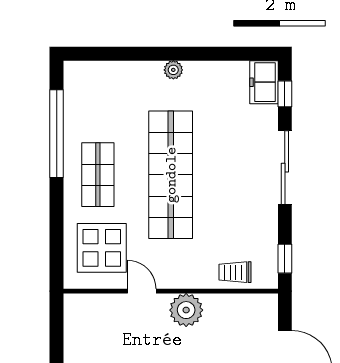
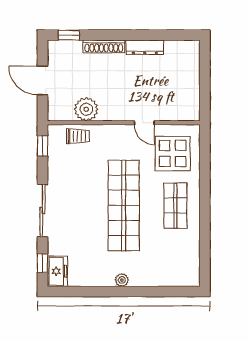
window: (57, 134) -> (205, 235), removed
plant: (186, 310) -> (86, 109), moved

